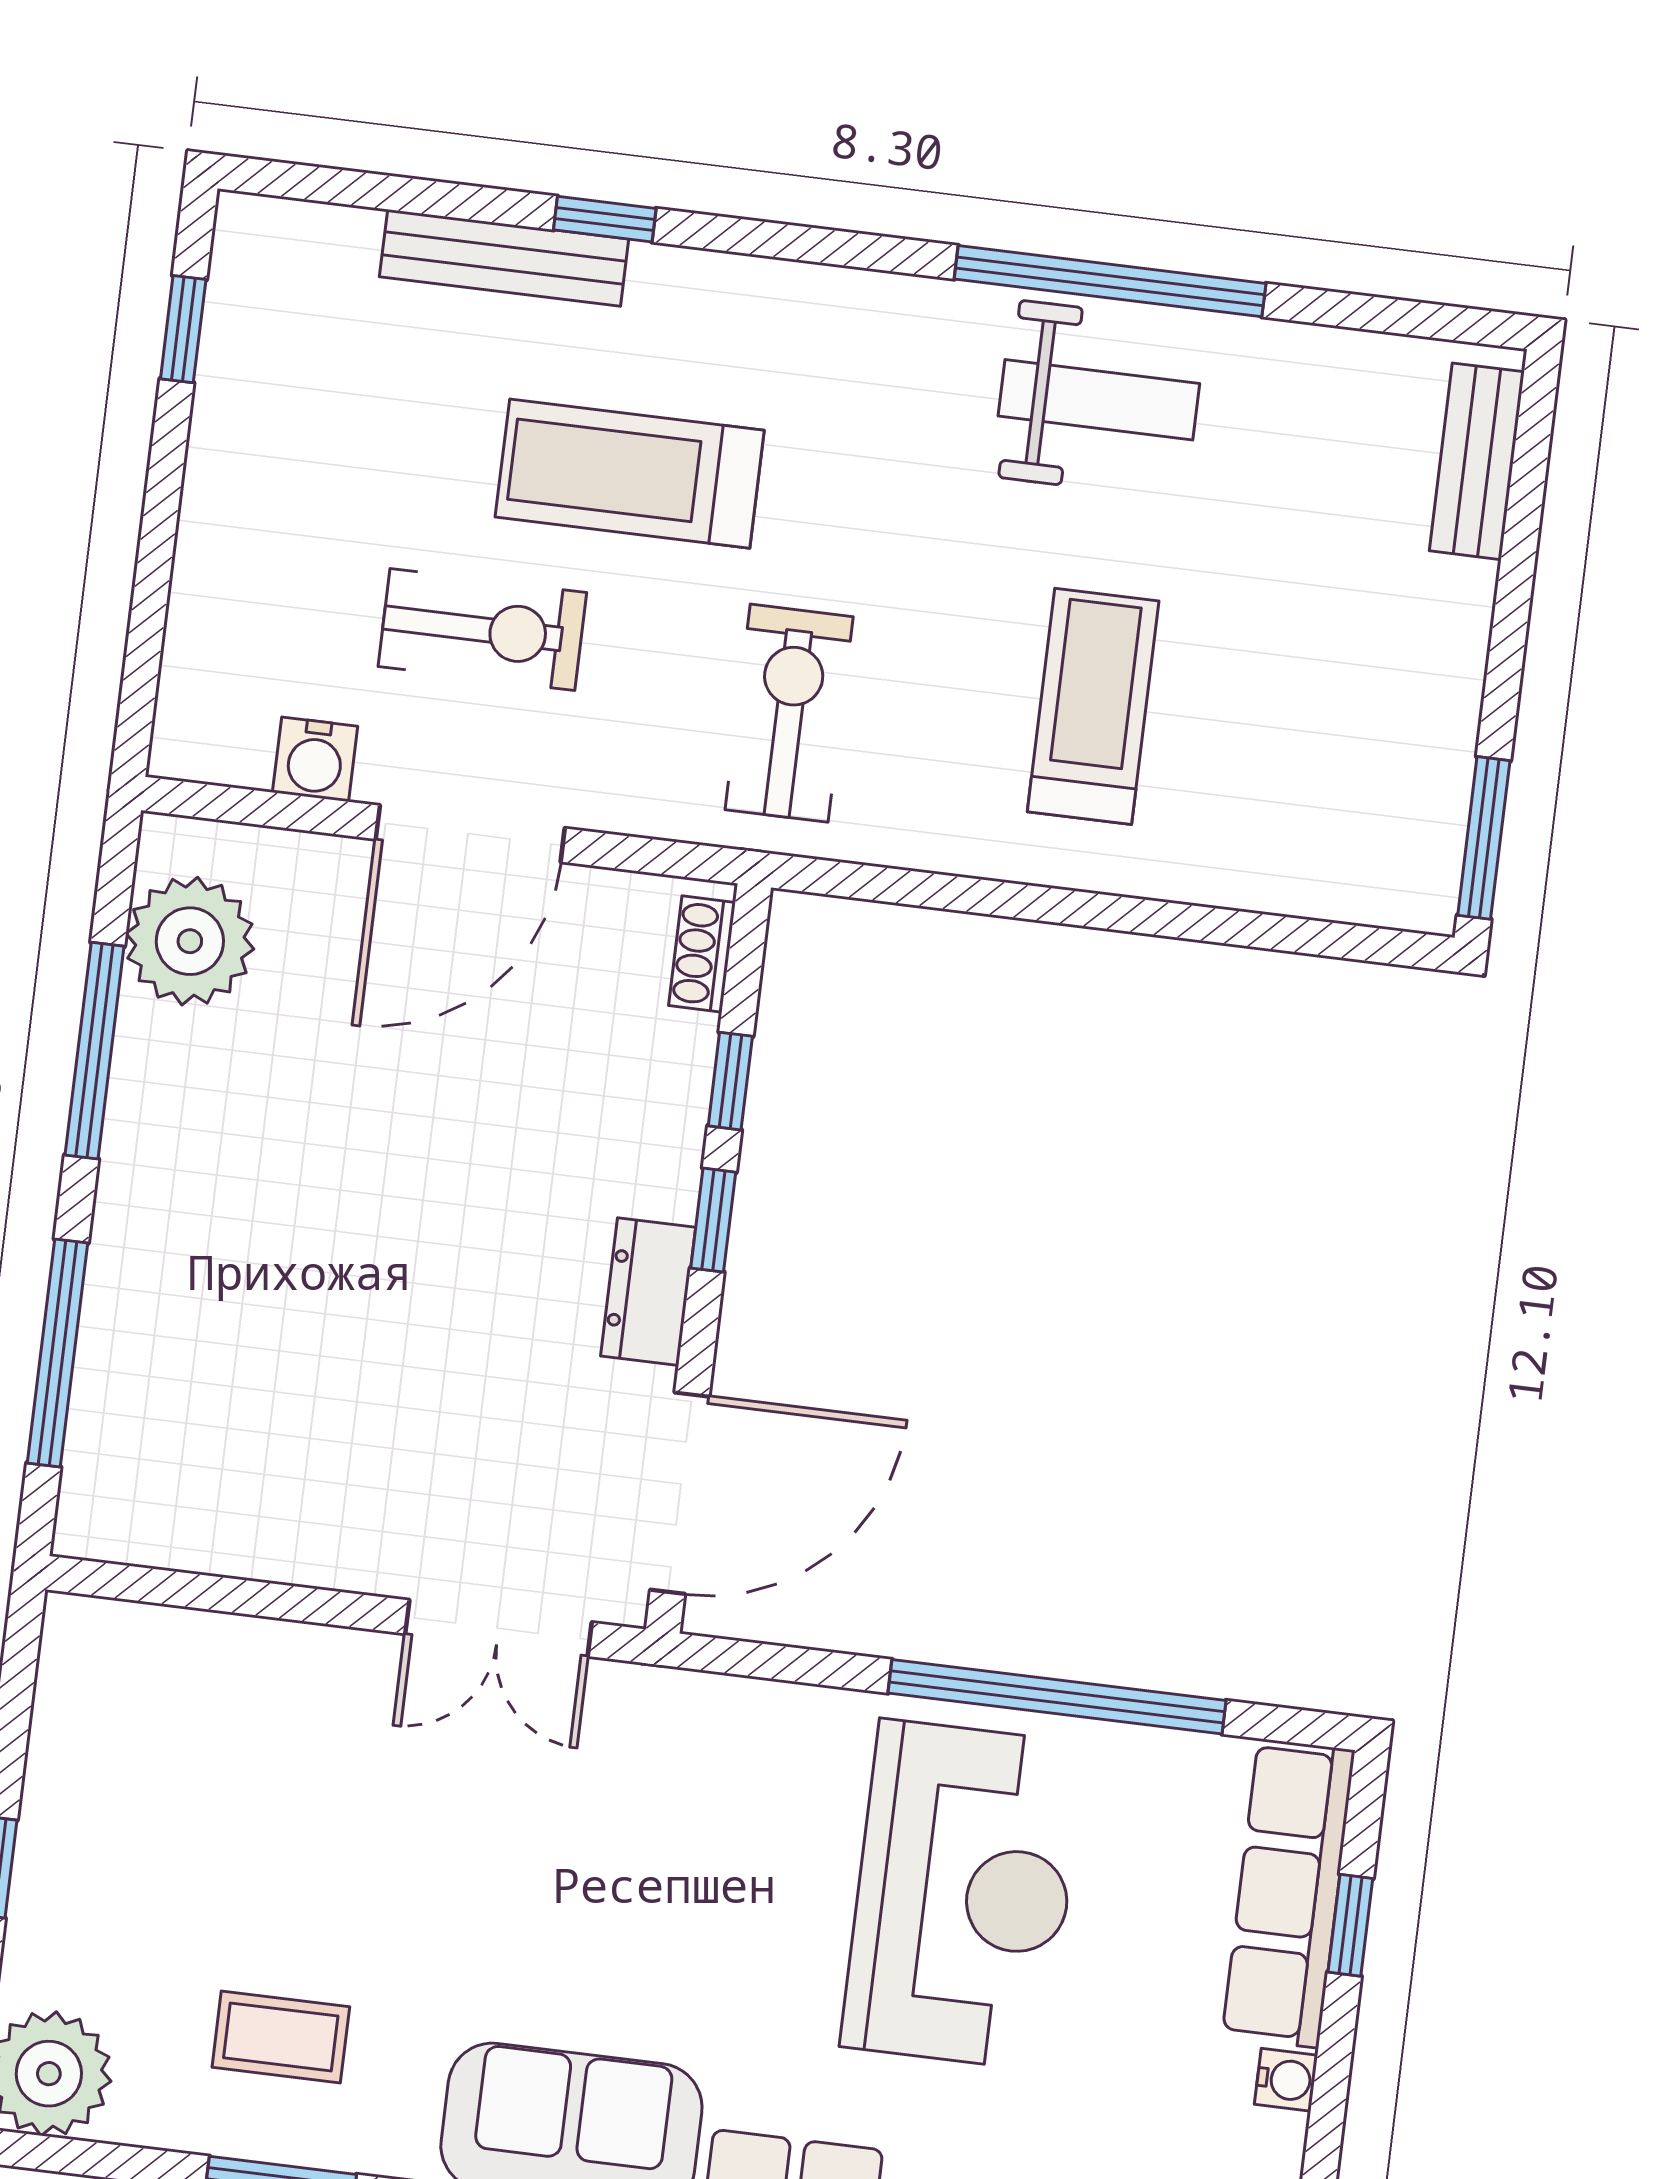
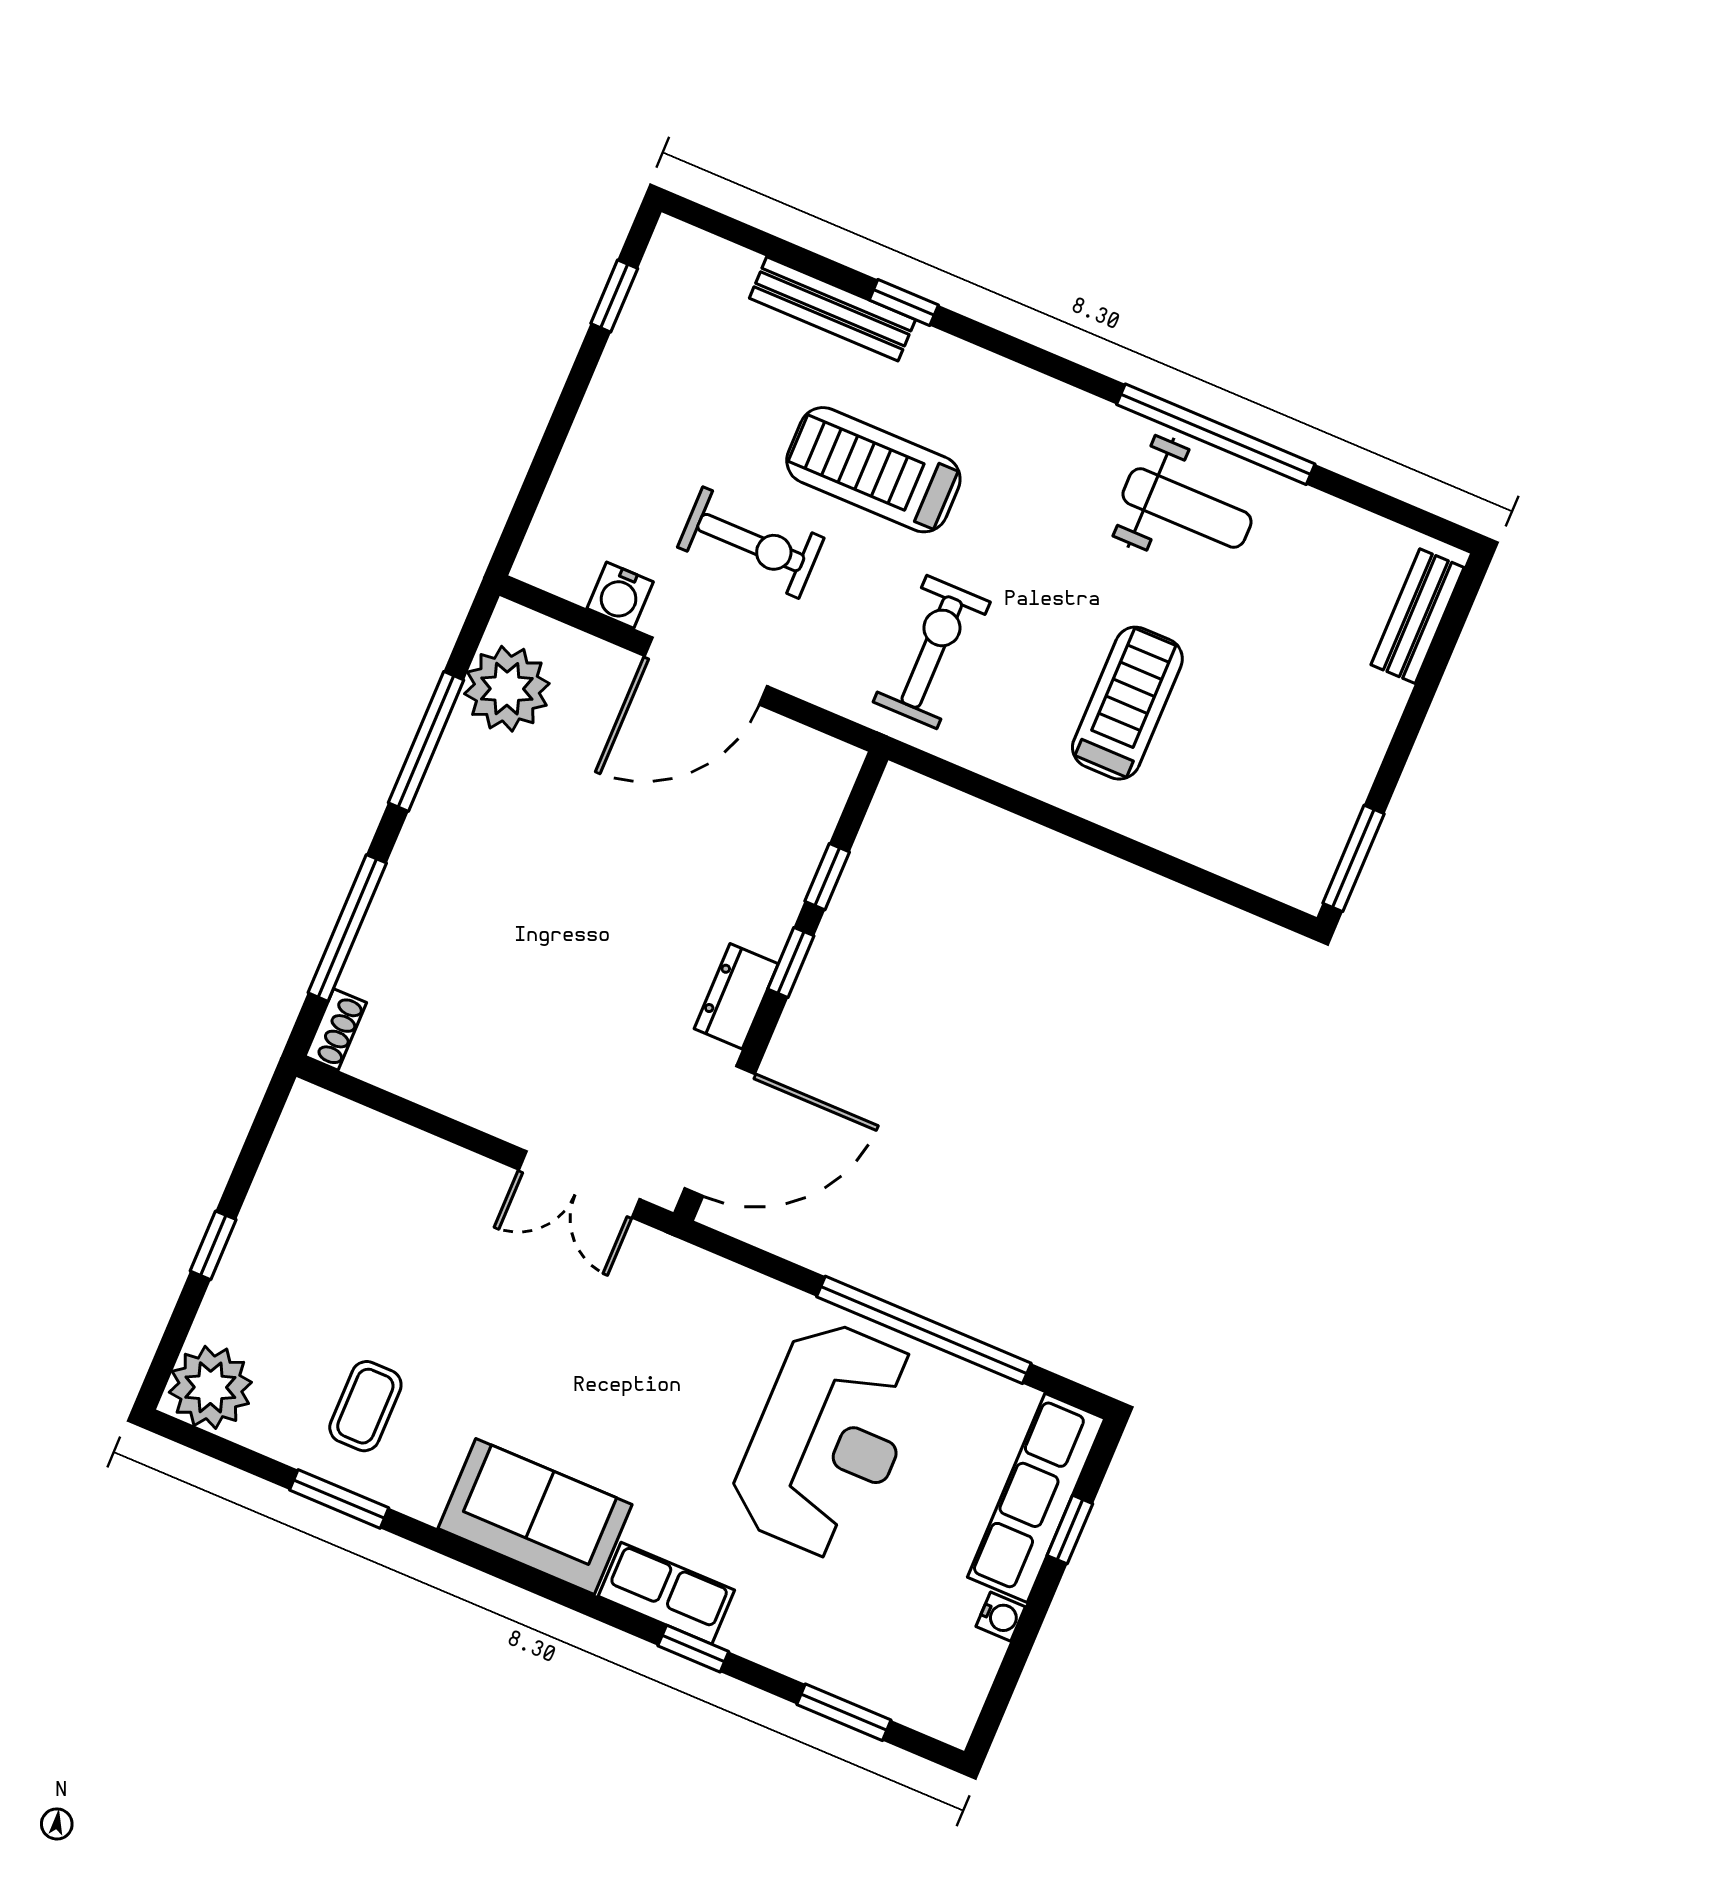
shoe rack: (702, 954) -> (336, 1029), moved, turned 180
coffee table: (281, 2037) -> (365, 1406), turned 90

